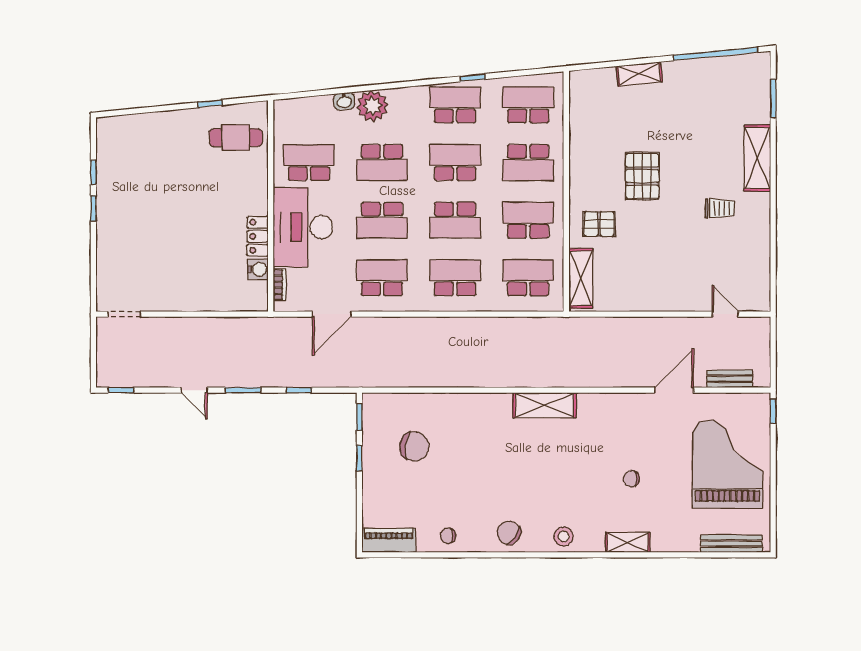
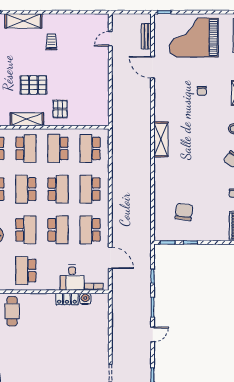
desk: (303, 227) -> (72, 278), width x0.53, depth x0.77
shelving: (581, 278) -> (27, 119), moved

